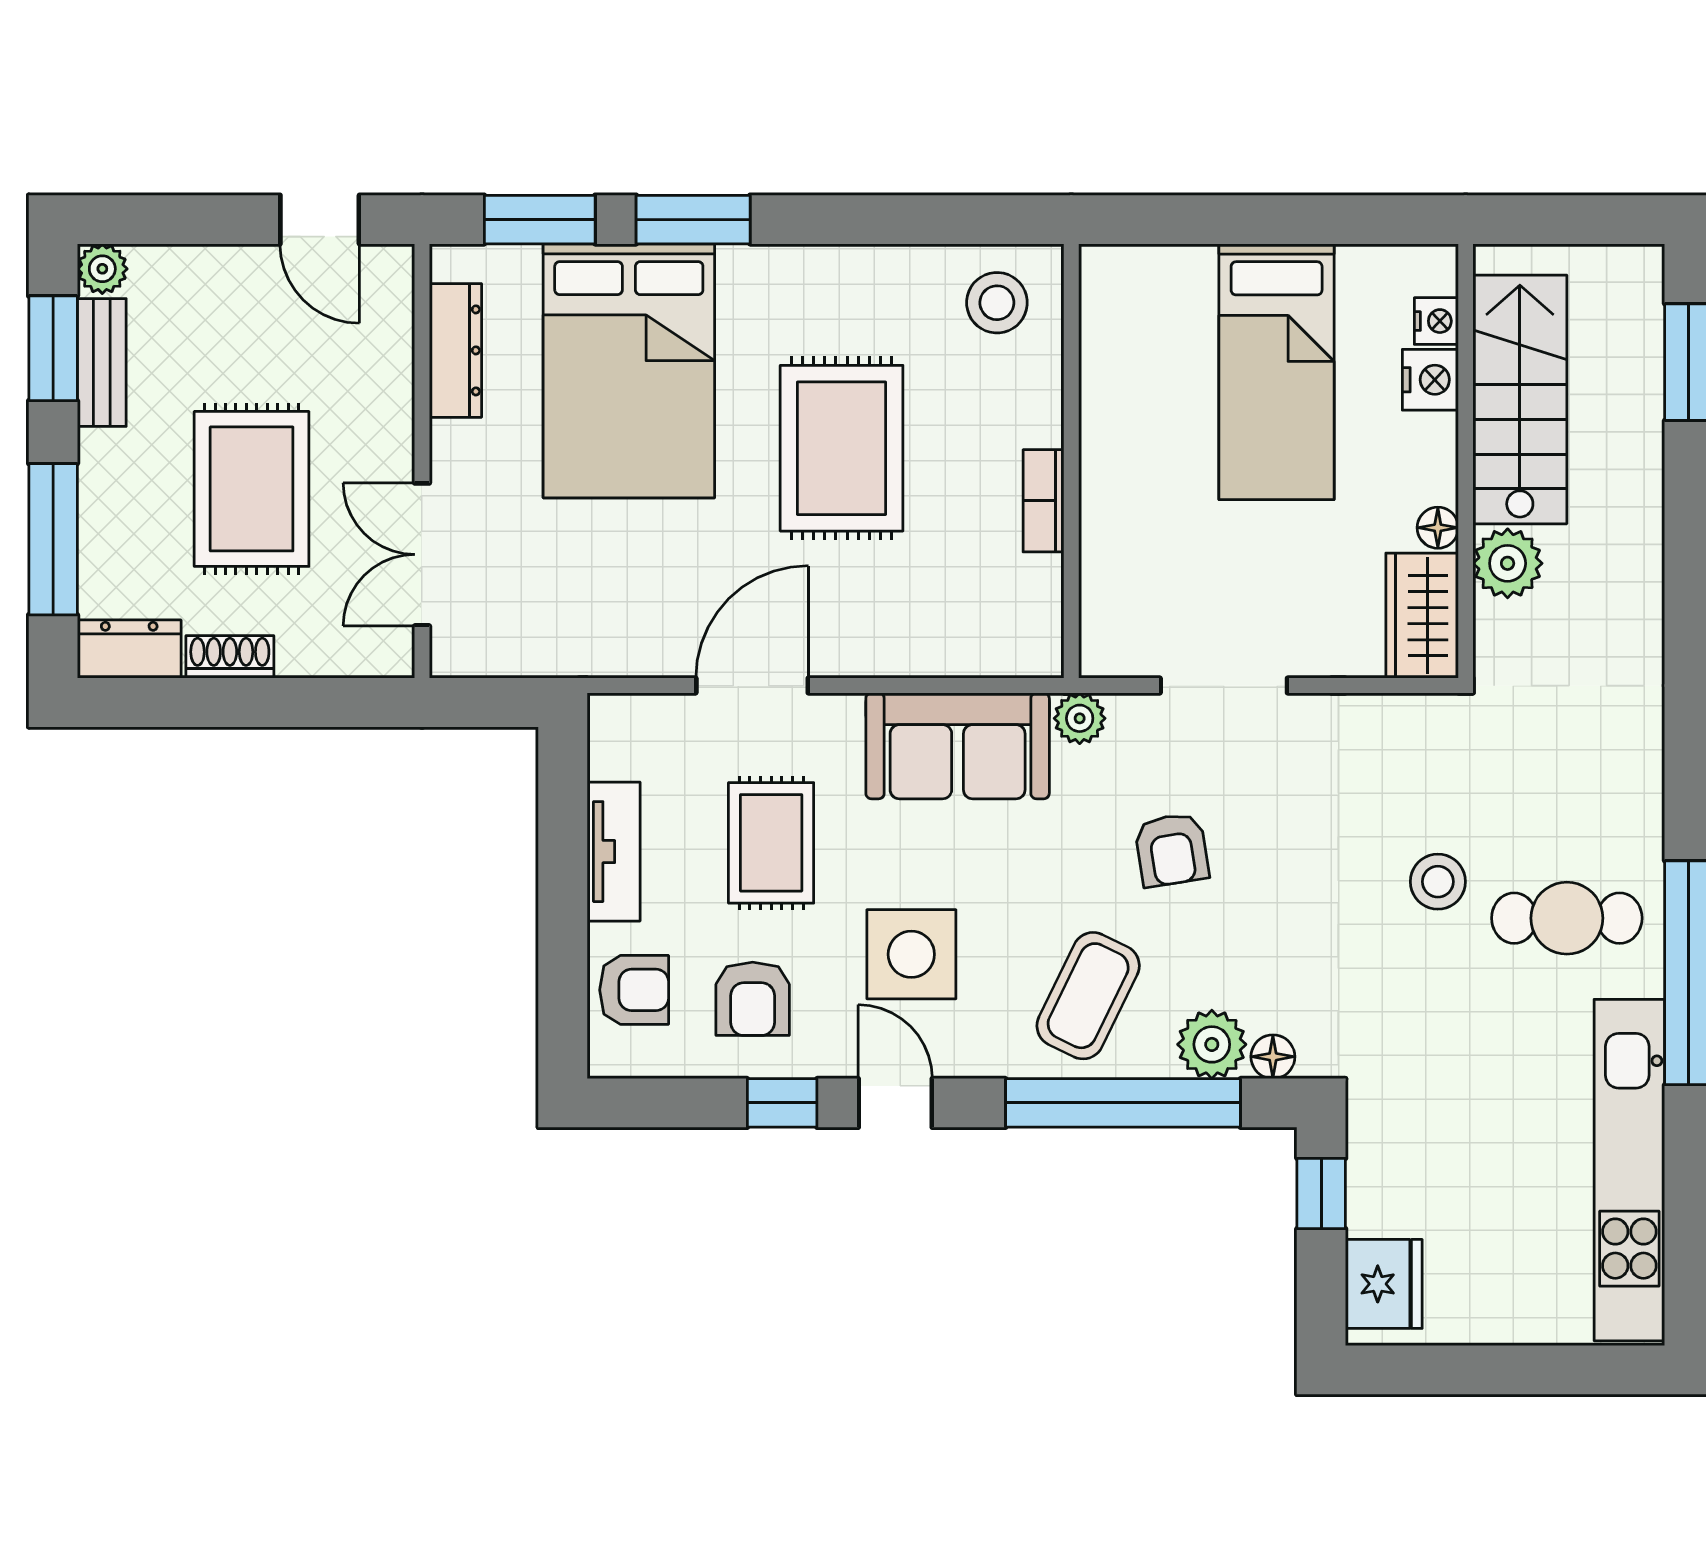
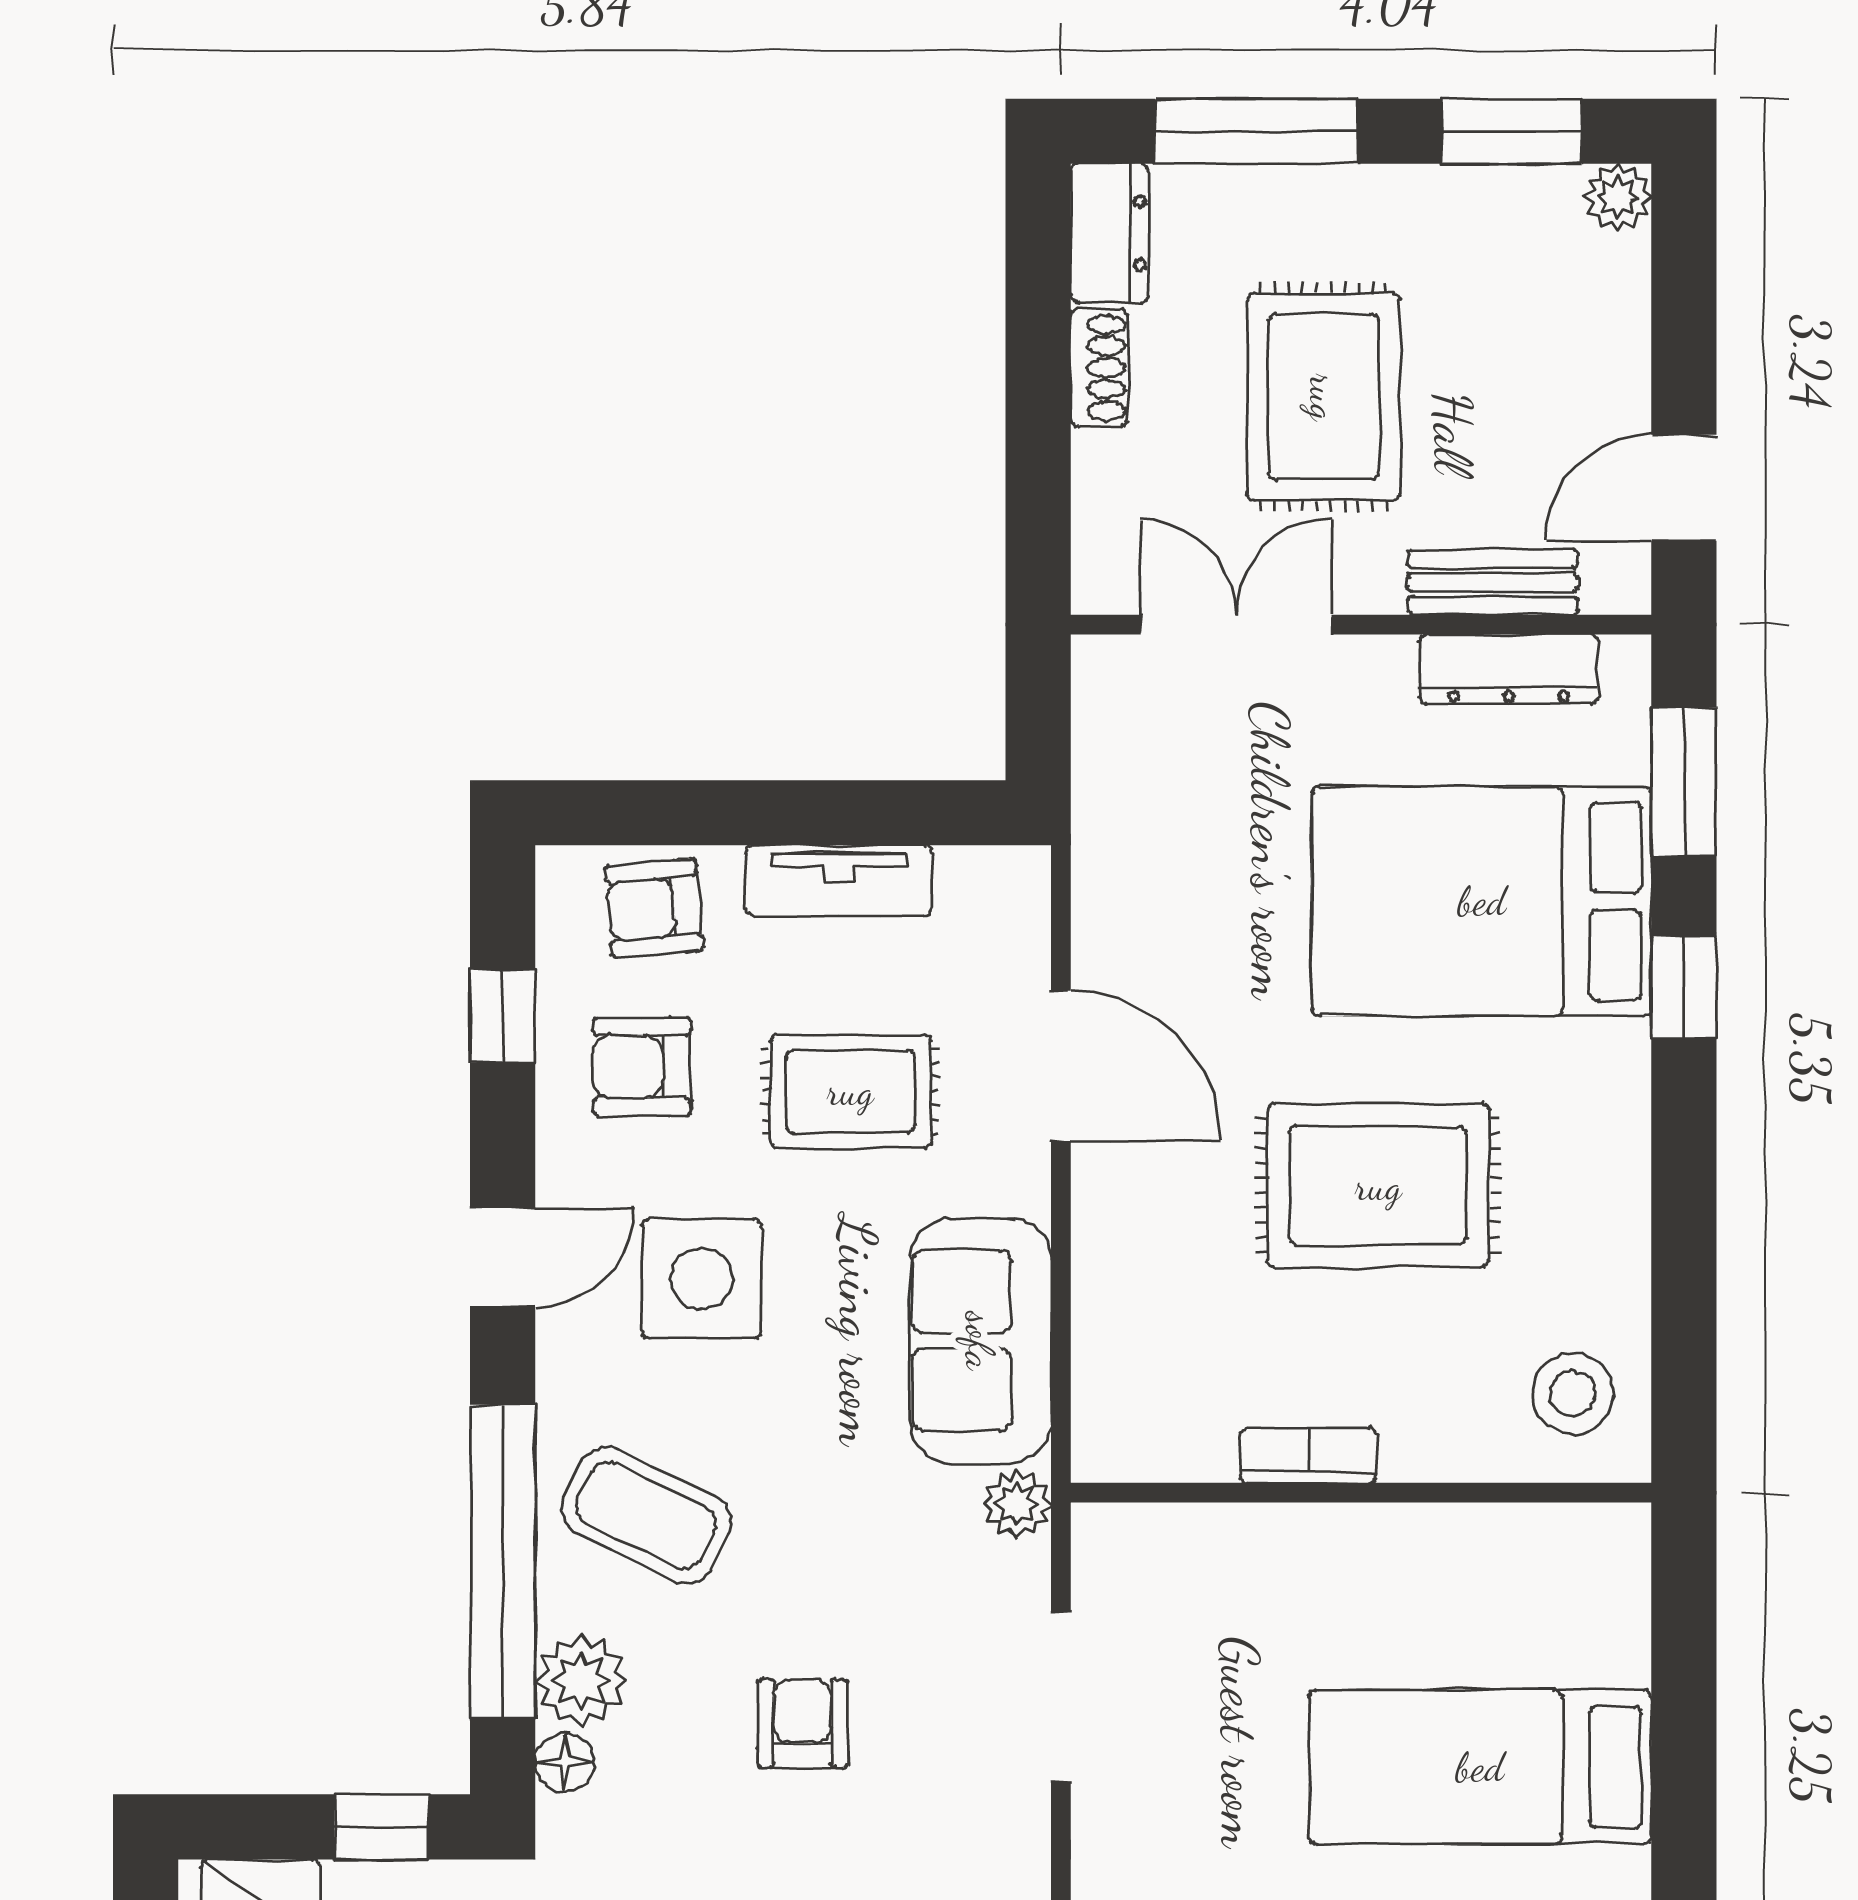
window: (693, 220) -> (1684, 987), width x0.67
bench: (102, 362) -> (1493, 582), moved
rug: (252, 489) -> (1324, 397), turned 90
armchair: (1172, 850) -> (802, 1723), moved, turned 99
armchair: (634, 990) -> (654, 908), turned 85
window: (782, 1103) -> (503, 1016), moved

